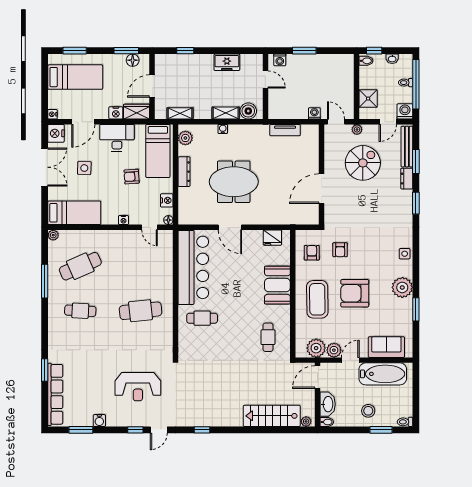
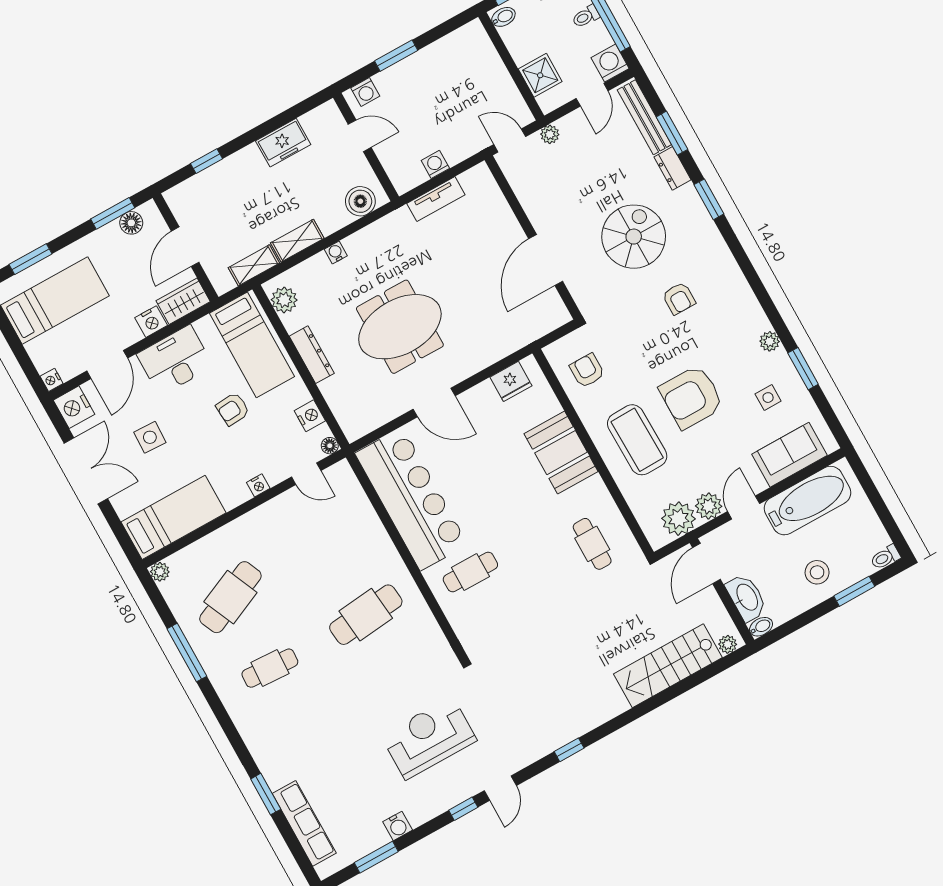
shelving: (226, 113) -> (297, 241), moved
washing machine: (314, 113) -> (435, 164), moved
spiral stairs: (363, 163) -> (634, 237), moved
armchair: (340, 250) -> (679, 298), moved
side table: (405, 254) -> (768, 398), moved
plant: (402, 287) -> (770, 341), width x0.53, depth x0.53
reception desk: (138, 387) -> (429, 738), turned 180
row of seats: (55, 394) -> (304, 823), width x0.73

